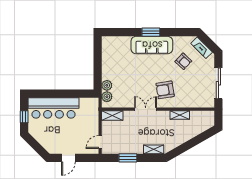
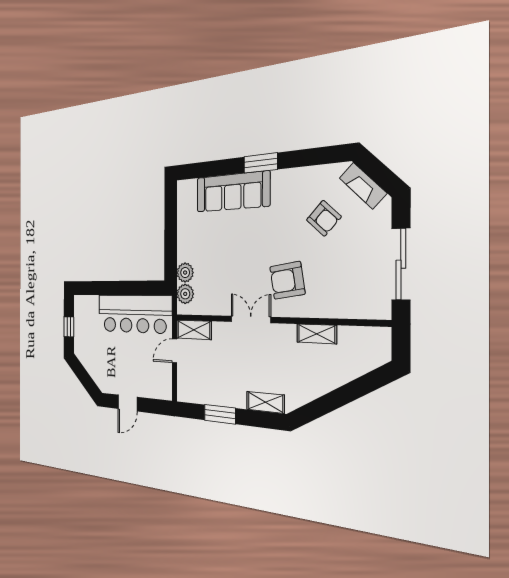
sofa: (152, 45) -> (233, 192), moved
bar counter: (53, 108) -> (134, 314), moved
door: (100, 142) -> (175, 351), moved

